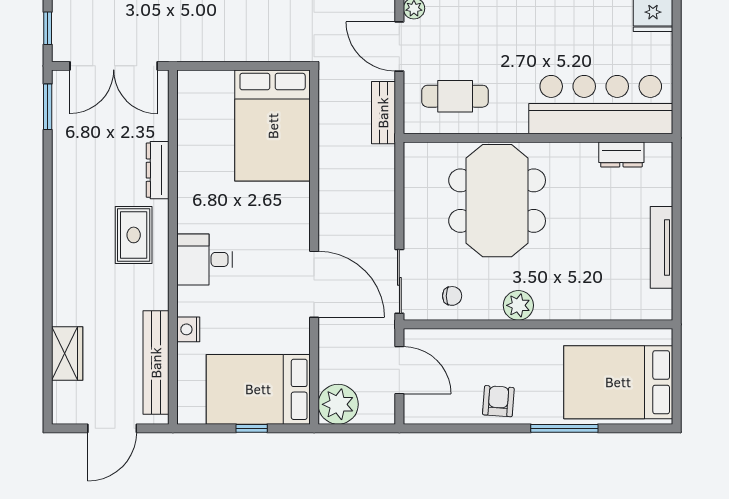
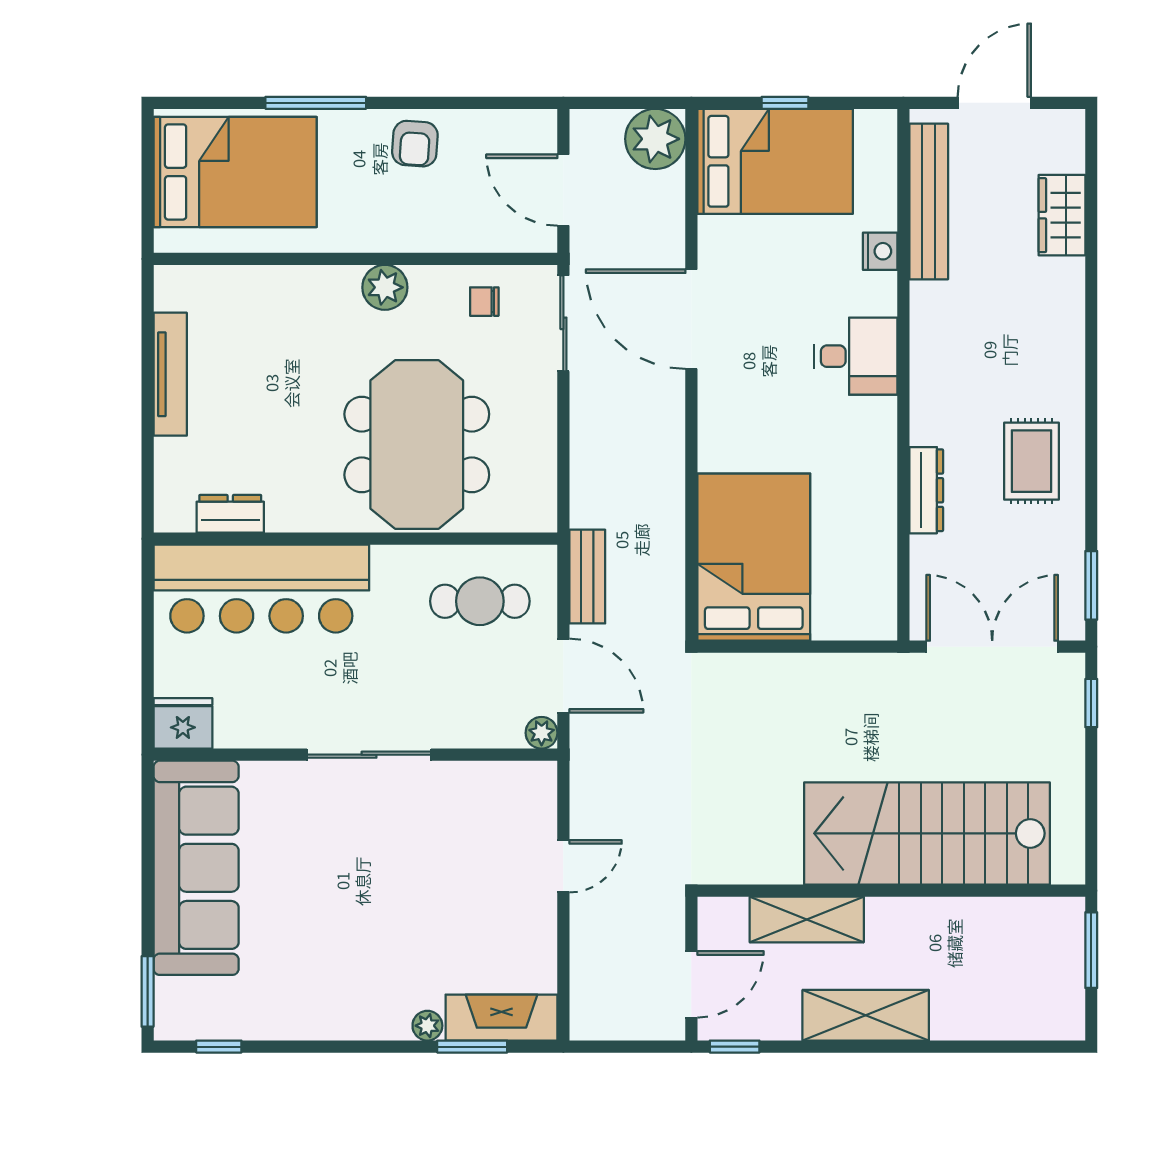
rug: (134, 235) -> (1031, 461), moved

